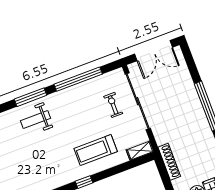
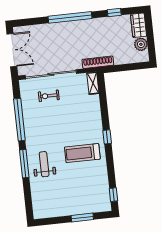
weight bench: (36, 120) -> (44, 164), turned 180
treadmill: (96, 150) -> (82, 153), moved, turned 90
shoe rack: (169, 162) -> (98, 62), moved

